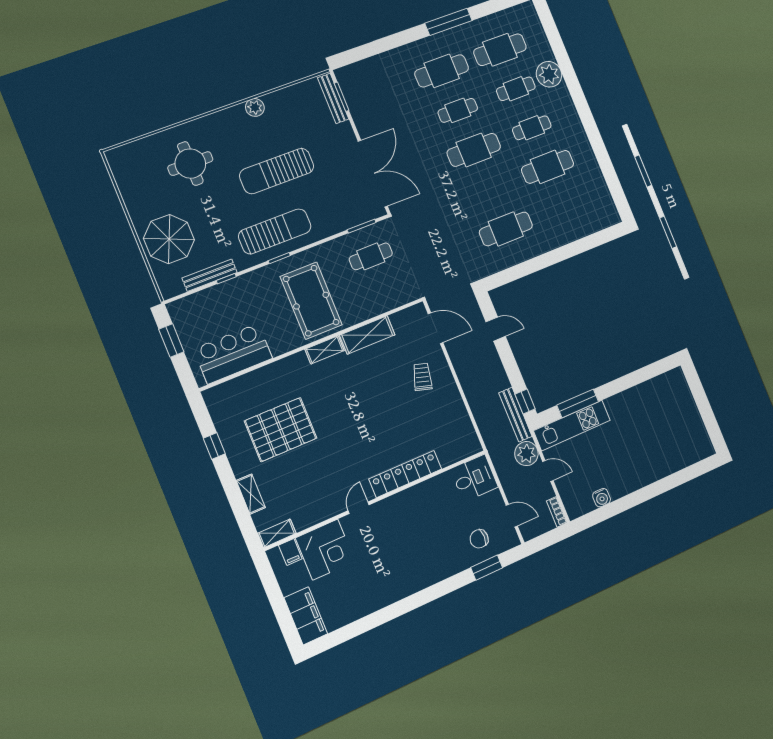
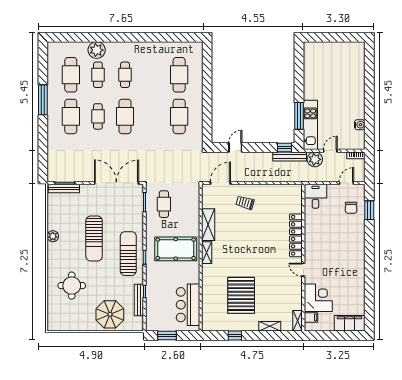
cafe table: (548, 167) -> (179, 75), moved

